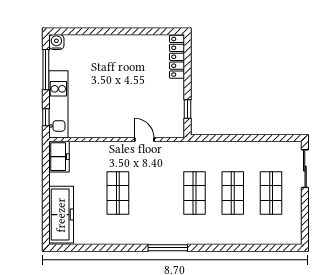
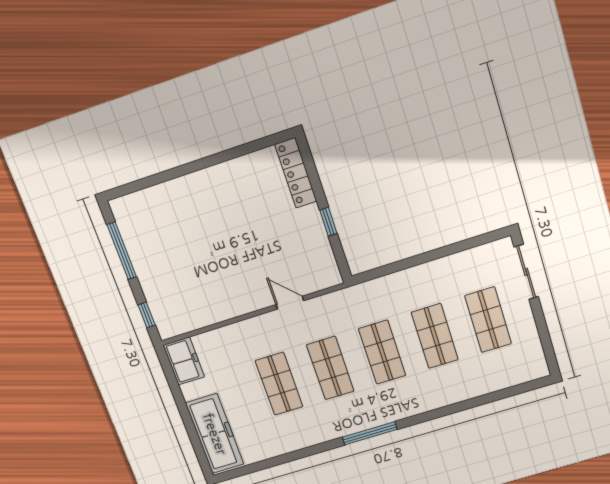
water cooler: (56, 42) -> (121, 208), removed
kitchen unit: (58, 104) -> (157, 292), removed
window: (188, 109) -> (328, 222), moved
shop shelf: (156, 193) -> (330, 368), added

